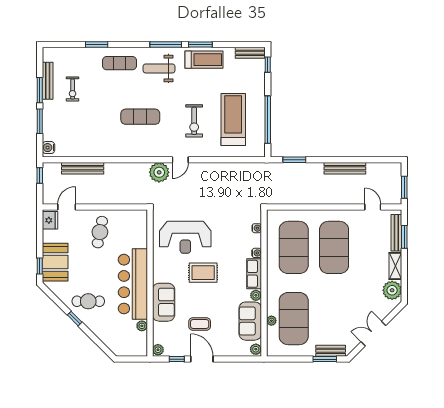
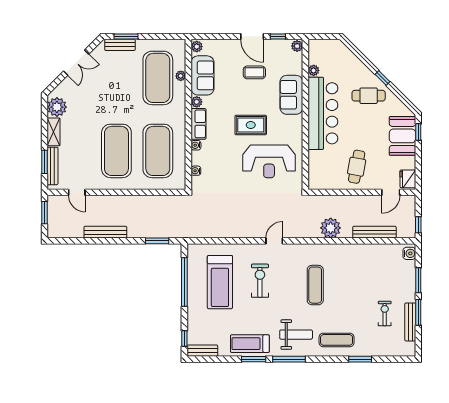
exercise mat: (140, 117) -> (315, 285), turned 90
plant: (159, 172) -> (331, 228), moved
reception desk: (185, 237) -> (269, 161), turned 180

